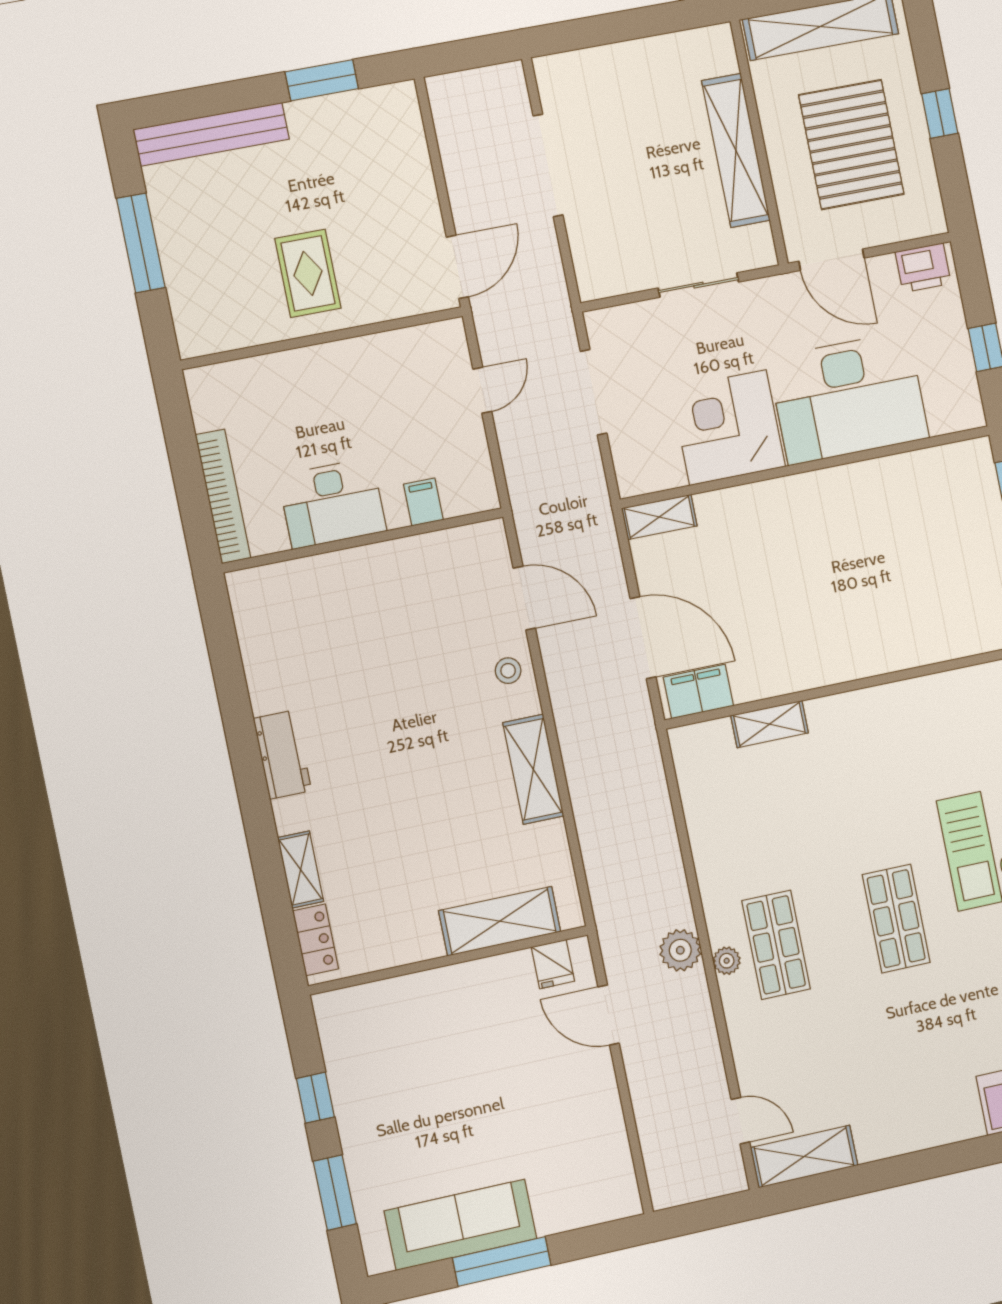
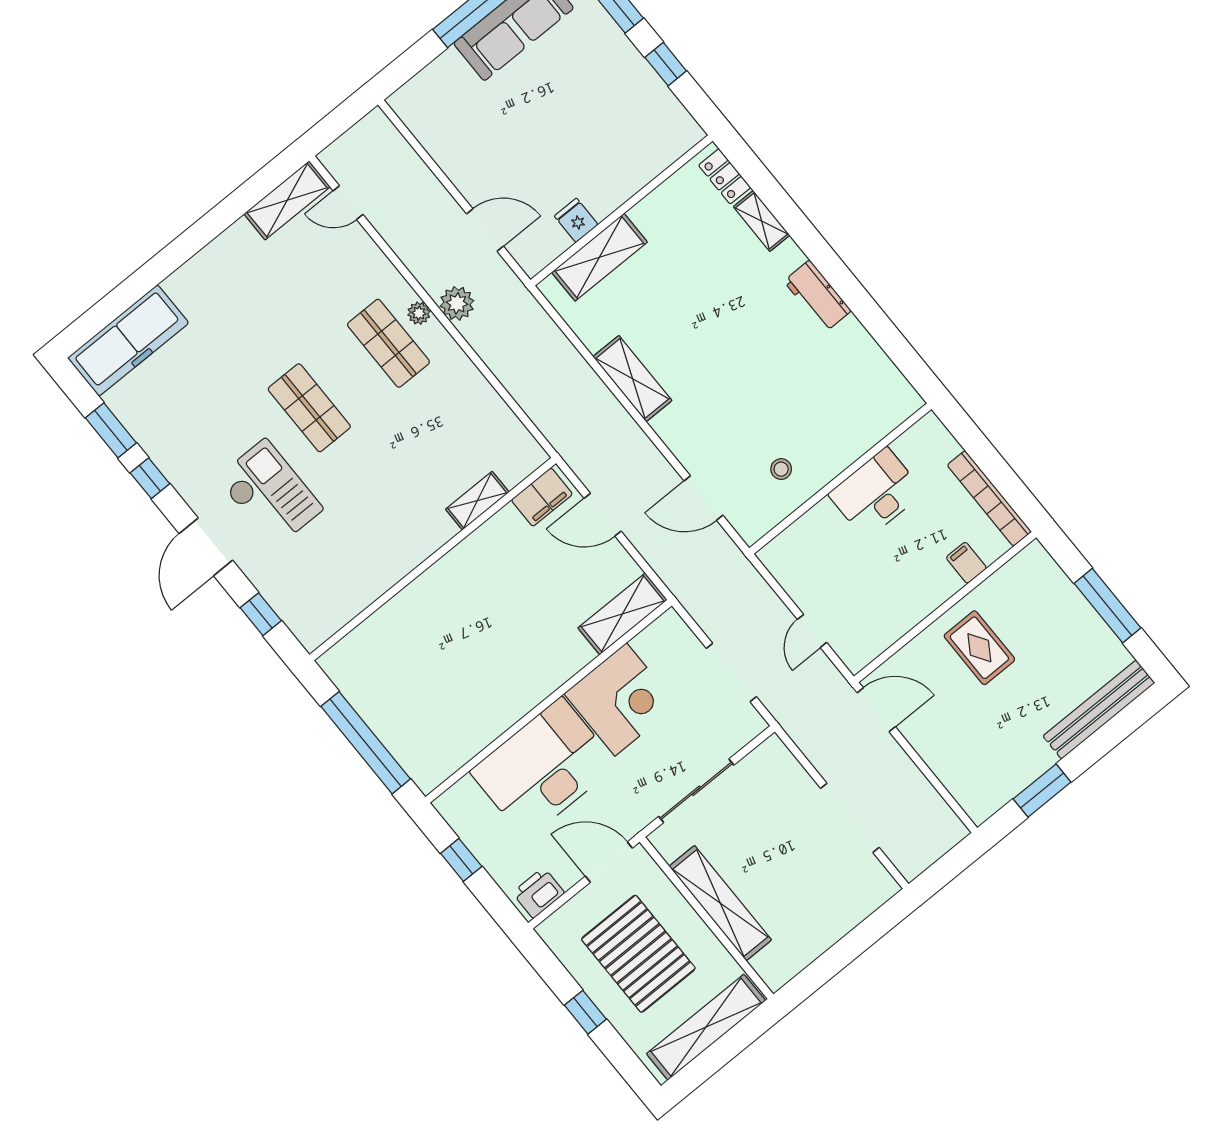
door: (457, 267) -> (876, 710), swing flipped
sliding door: (698, 285) -> (696, 791), width x1.37
bookcase: (223, 496) -> (989, 498), moved
filing cabinet: (423, 502) -> (966, 563), moved, turned 180
shelving: (659, 517) -> (623, 614), width x1.50, depth x1.33
door: (643, 638) -> (603, 515), width x0.73
stool: (508, 671) -> (781, 469), moved
fridge: (553, 964) -> (576, 220), moved

